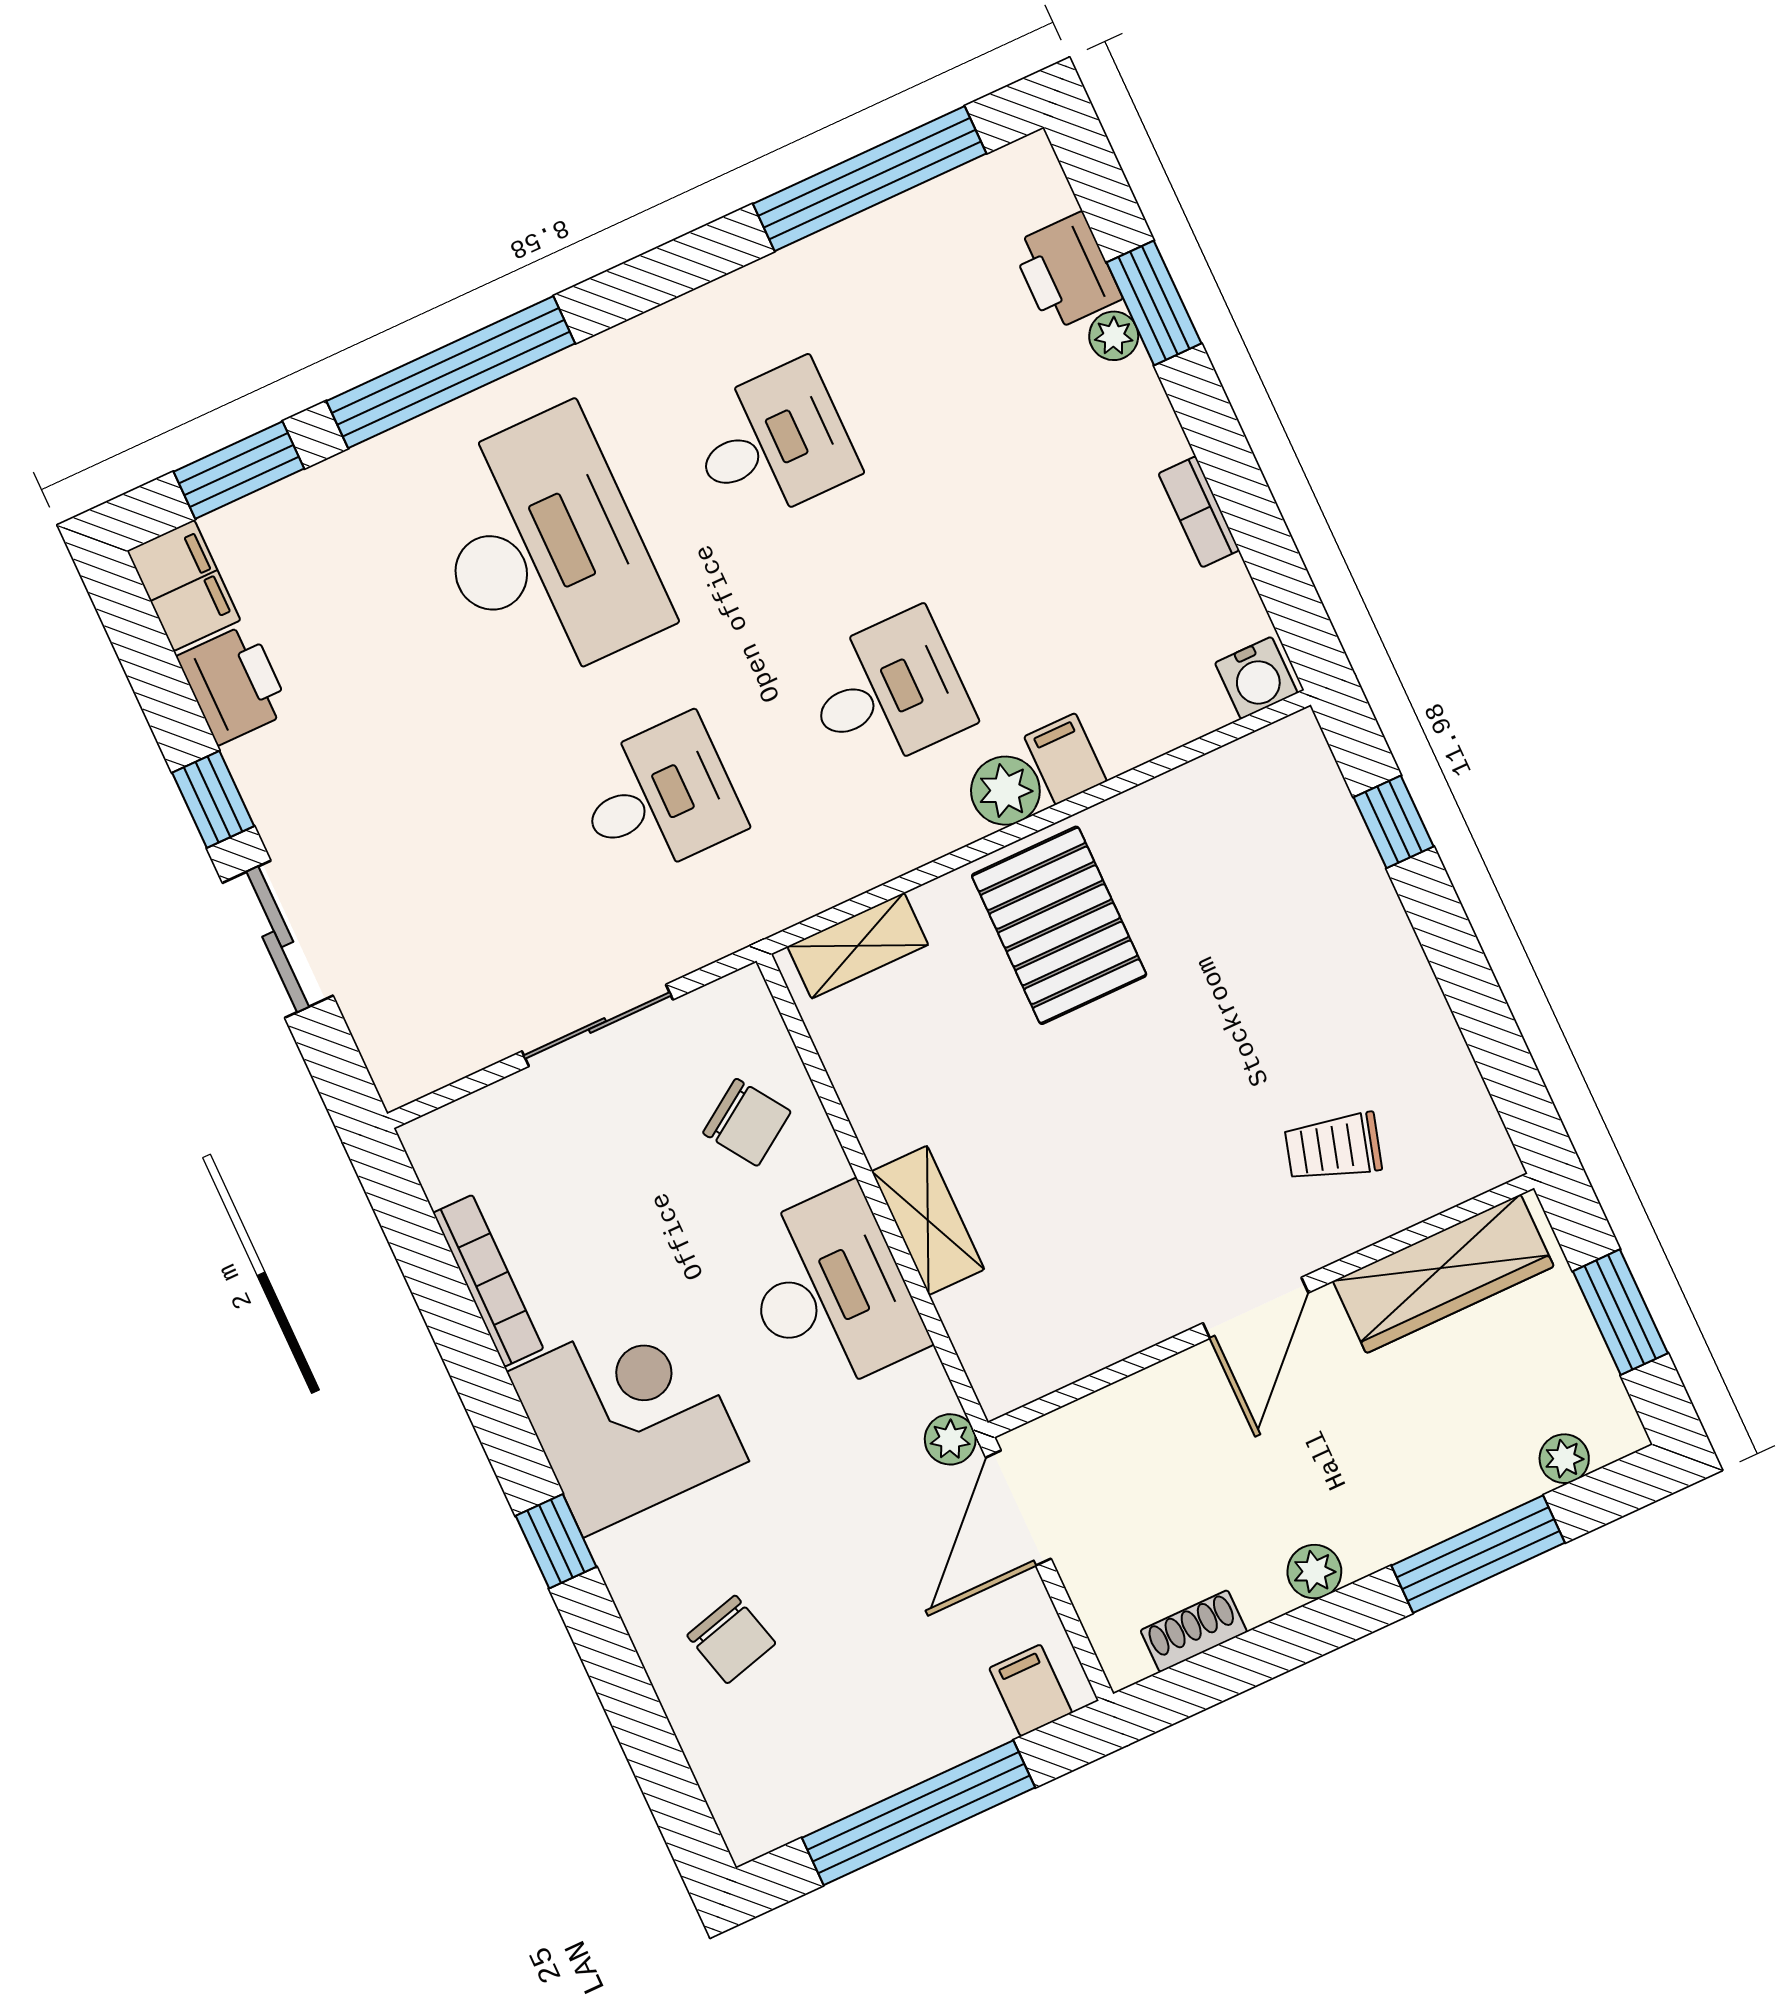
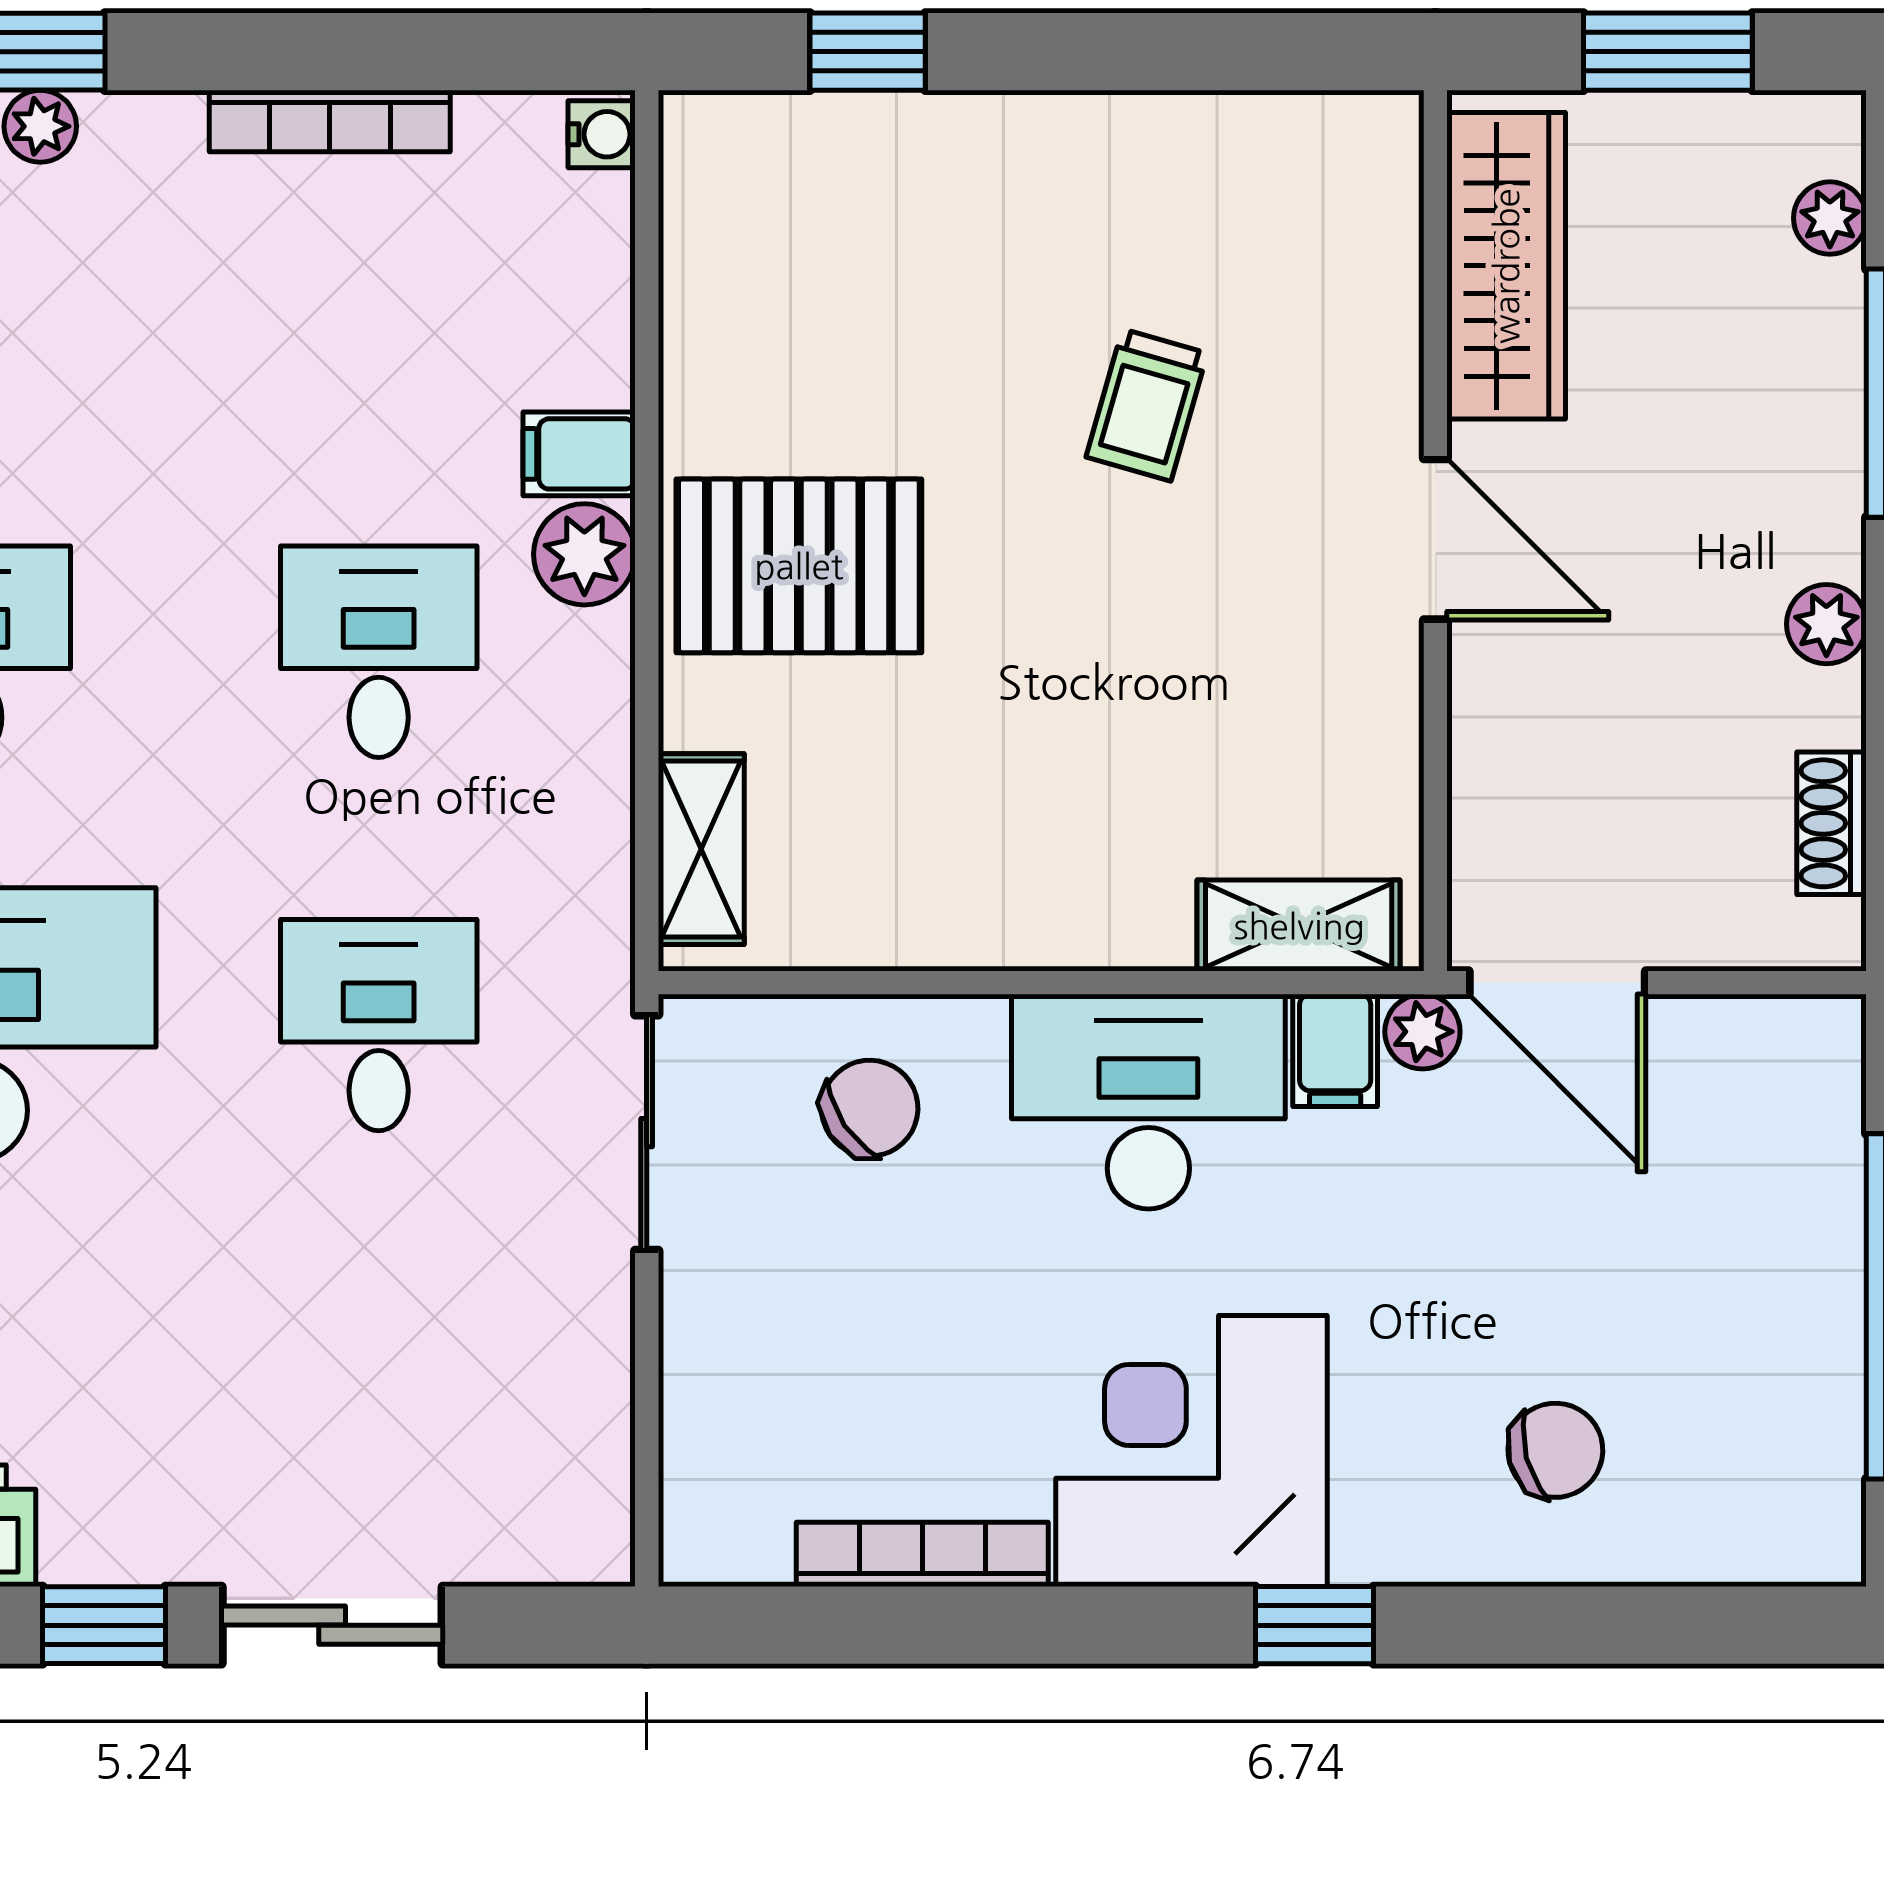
bookcase: (1199, 512) -> (330, 121), width x1.56
water cooler: (1256, 678) -> (602, 134), width x0.72, depth x0.72
sliding door: (597, 1025) -> (647, 1133), moved
trolley: (1333, 1147) -> (1147, 405), moved
shelving: (928, 1220) -> (1299, 926), moved
filing cabinet: (1031, 1690) -> (1335, 1050), moved, turned -90

